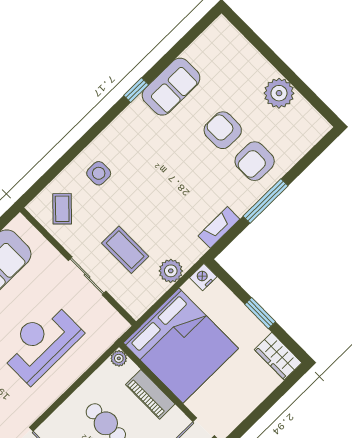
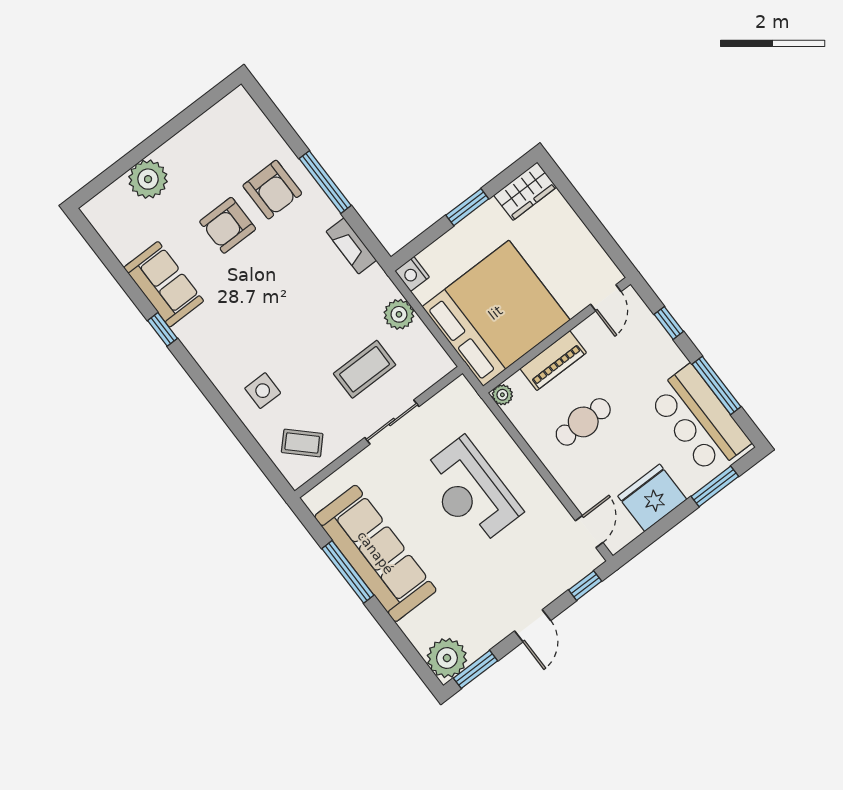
plant: (279, 93) -> (148, 179), moved

